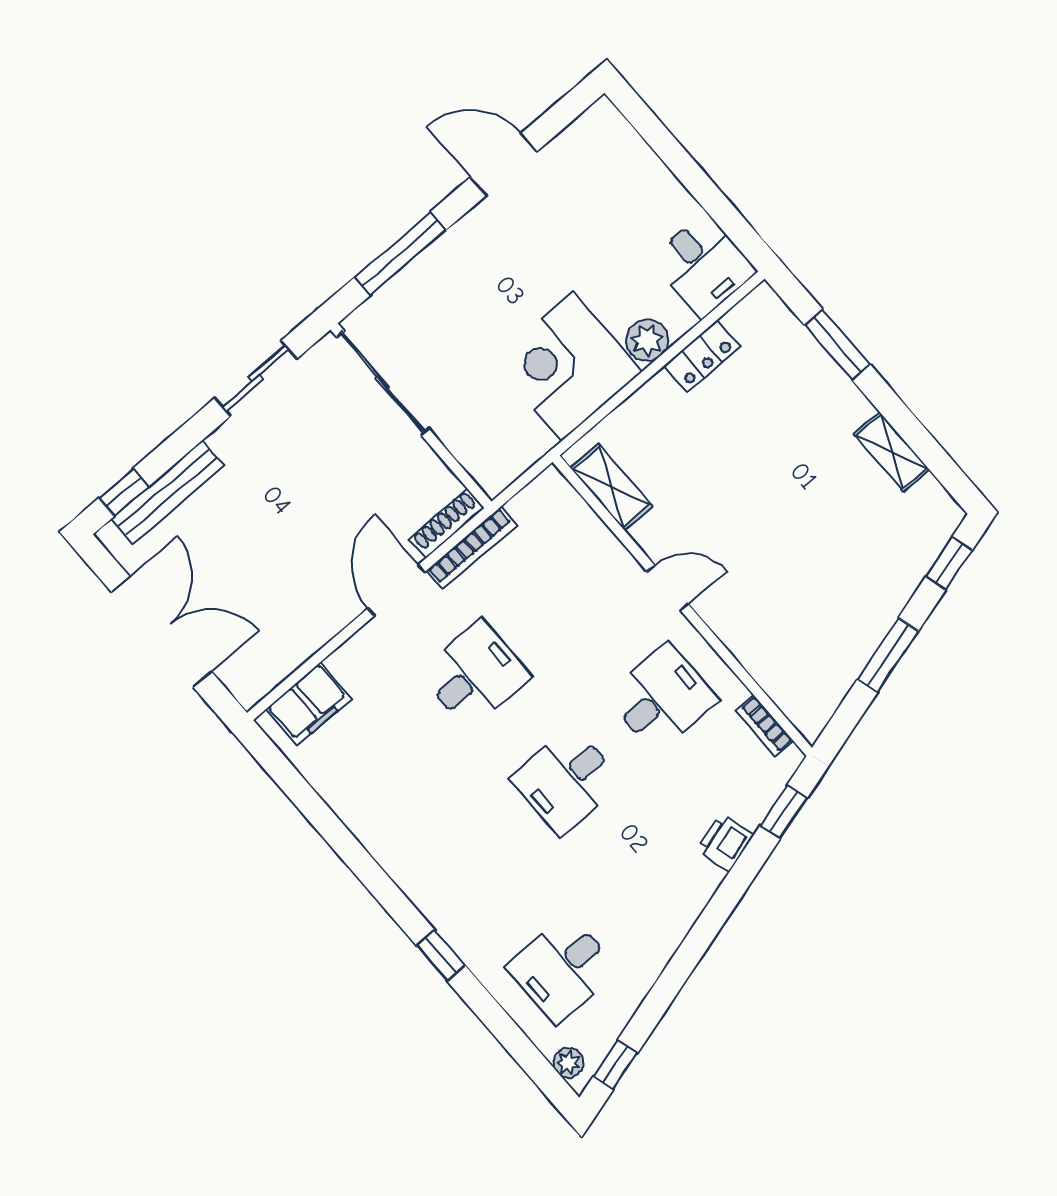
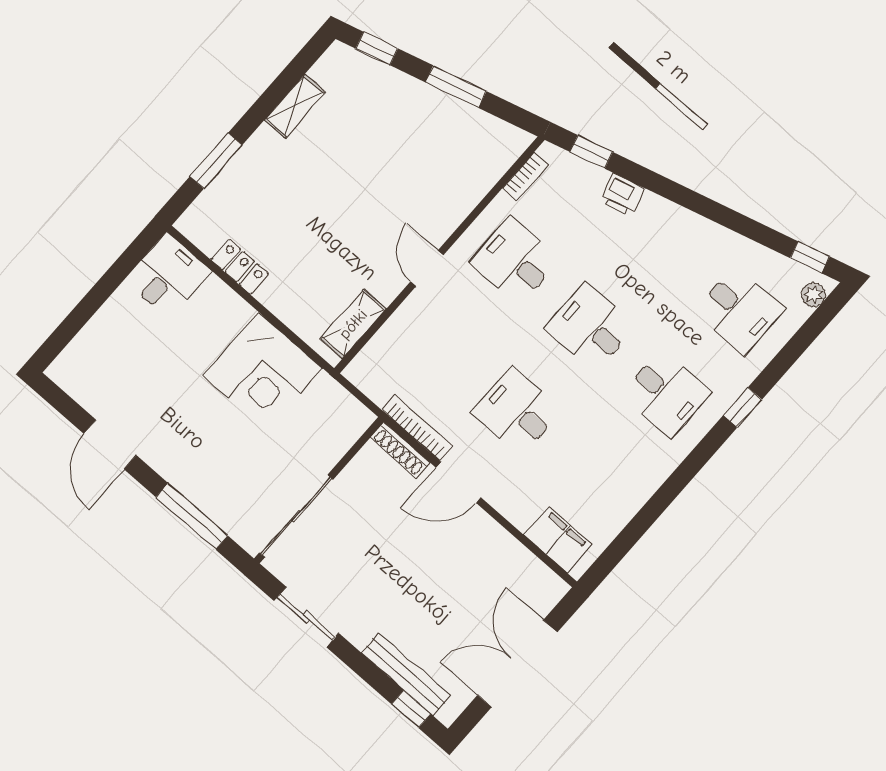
plant: (647, 340) -> (233, 312), removed
desk: (566, 780) -> (590, 327), turned 180
desk: (471, 863) -> (666, 394), added

